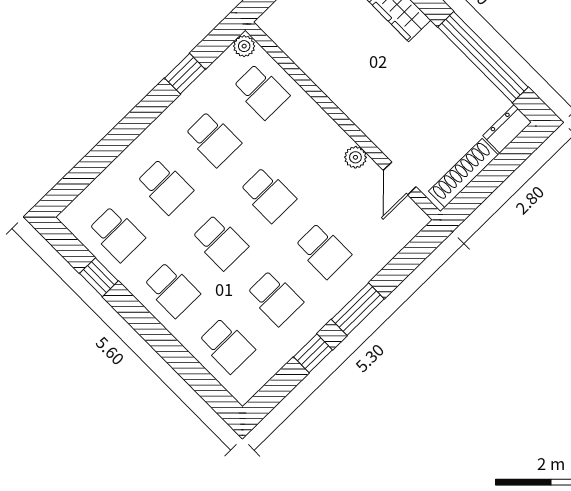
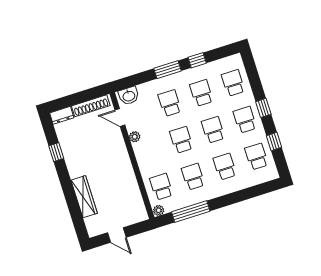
window: (483, 57) -> (56, 152), width x0.32
window: (185, 74) -> (191, 212), width x2.17
door: (400, 178) -> (120, 118), swing flipped
washbasin: (404, 226) -> (129, 96), added
window: (149, 328) -> (263, 108), added

